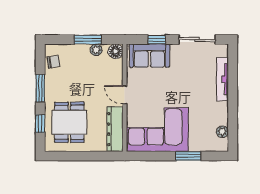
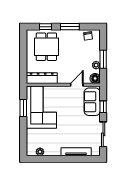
door: (125, 95) -> (77, 85), moved
dining table: (69, 122) -> (46, 47), turned 90
window: (188, 156) -> (23, 108), moved

